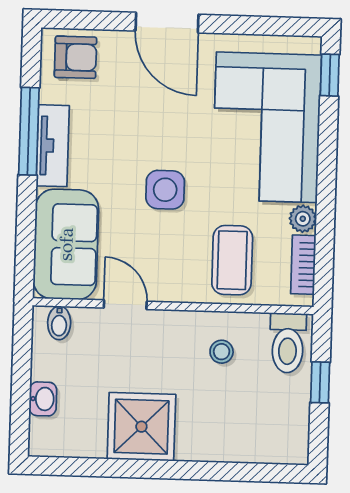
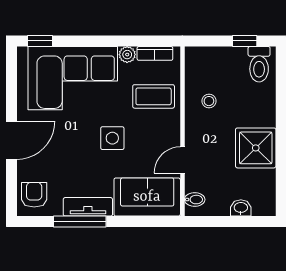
toilet: (288, 343) -> (259, 64), moved, turned 90
window: (320, 382) -> (245, 41), moved

